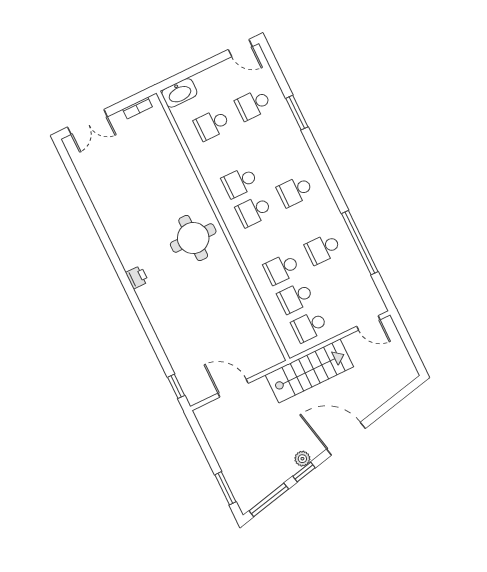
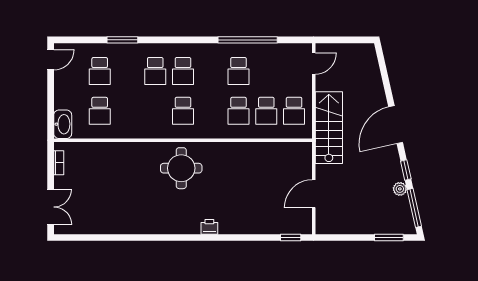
school desk: (240, 182) -> (155, 71), moved
printer: (137, 277) -> (209, 227), moved
plant: (302, 459) -> (400, 189), moved

